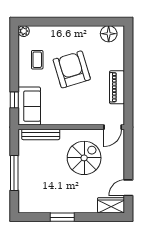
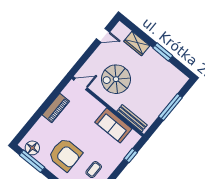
window: (99, 22) -> (32, 161), added
armchair: (72, 69) -> (65, 155), moved, turned -73
sofa: (29, 106) -> (113, 125), moved, turned -90
wardrobe: (111, 205) -> (137, 44), moved

